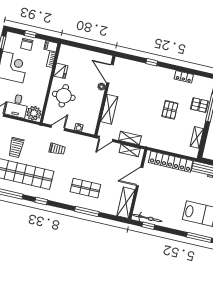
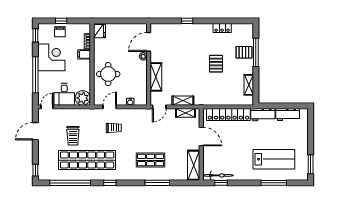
filing cabinet: (51, 46) -> (84, 54), moved
fridge: (61, 71) -> (99, 31), moved
door: (110, 74) -> (149, 42), hinge flipped
door: (140, 177) -> (201, 136), swing flipped

